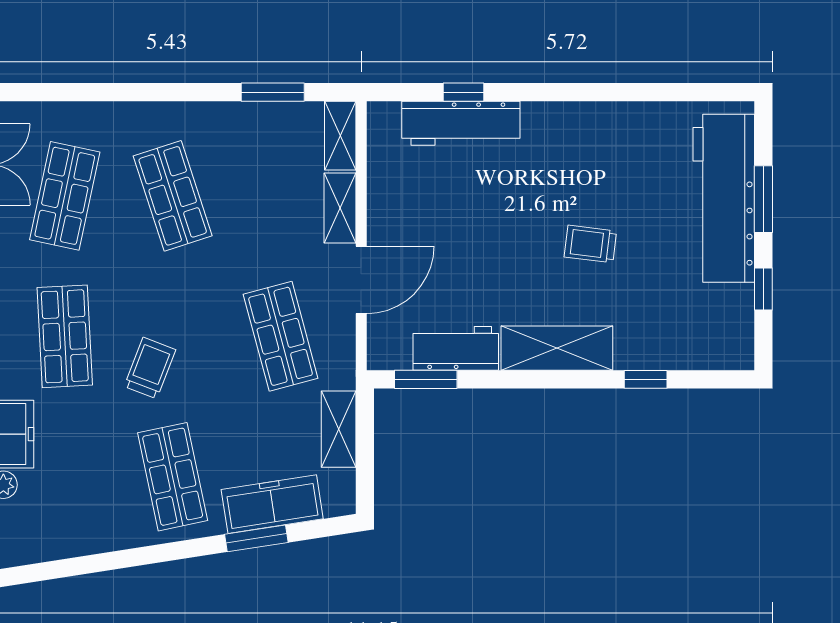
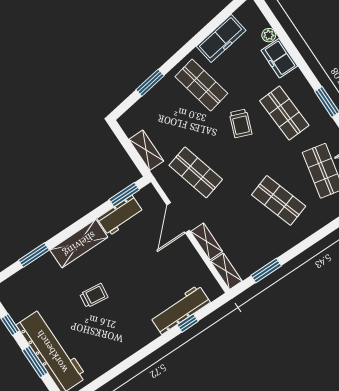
window: (646, 379) -> (34, 255), width x1.50
freezer: (272, 504) -> (221, 38), moved

